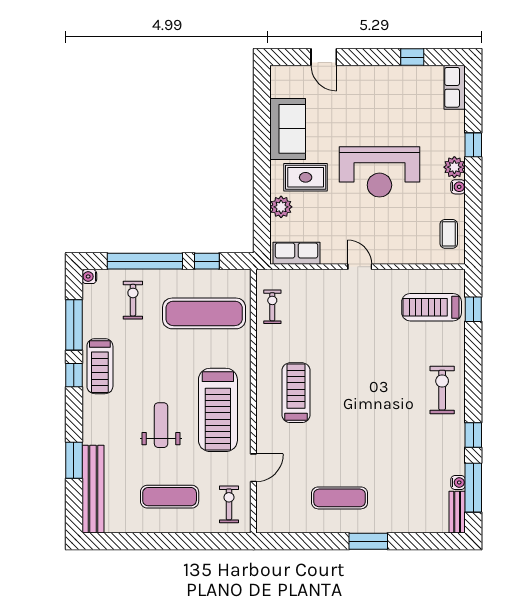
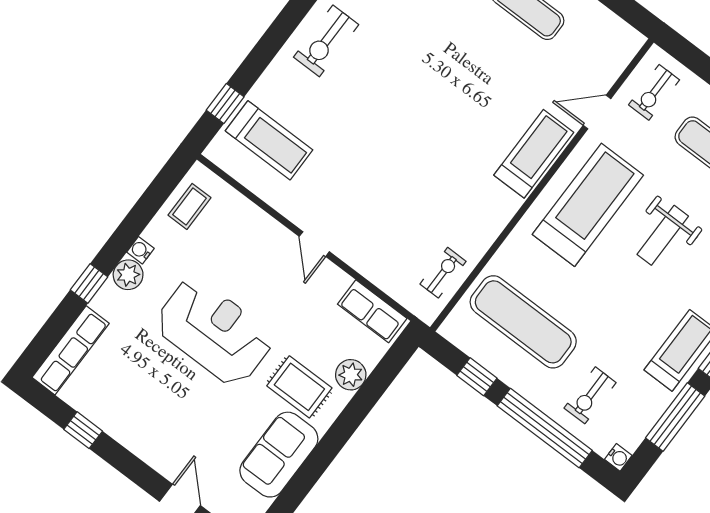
row of seats: (455, 87) -> (71, 350), width x1.48
exercise bike: (272, 307) -> (443, 273), turned 180
treadmill: (296, 393) -> (534, 154), moved, turned 180

